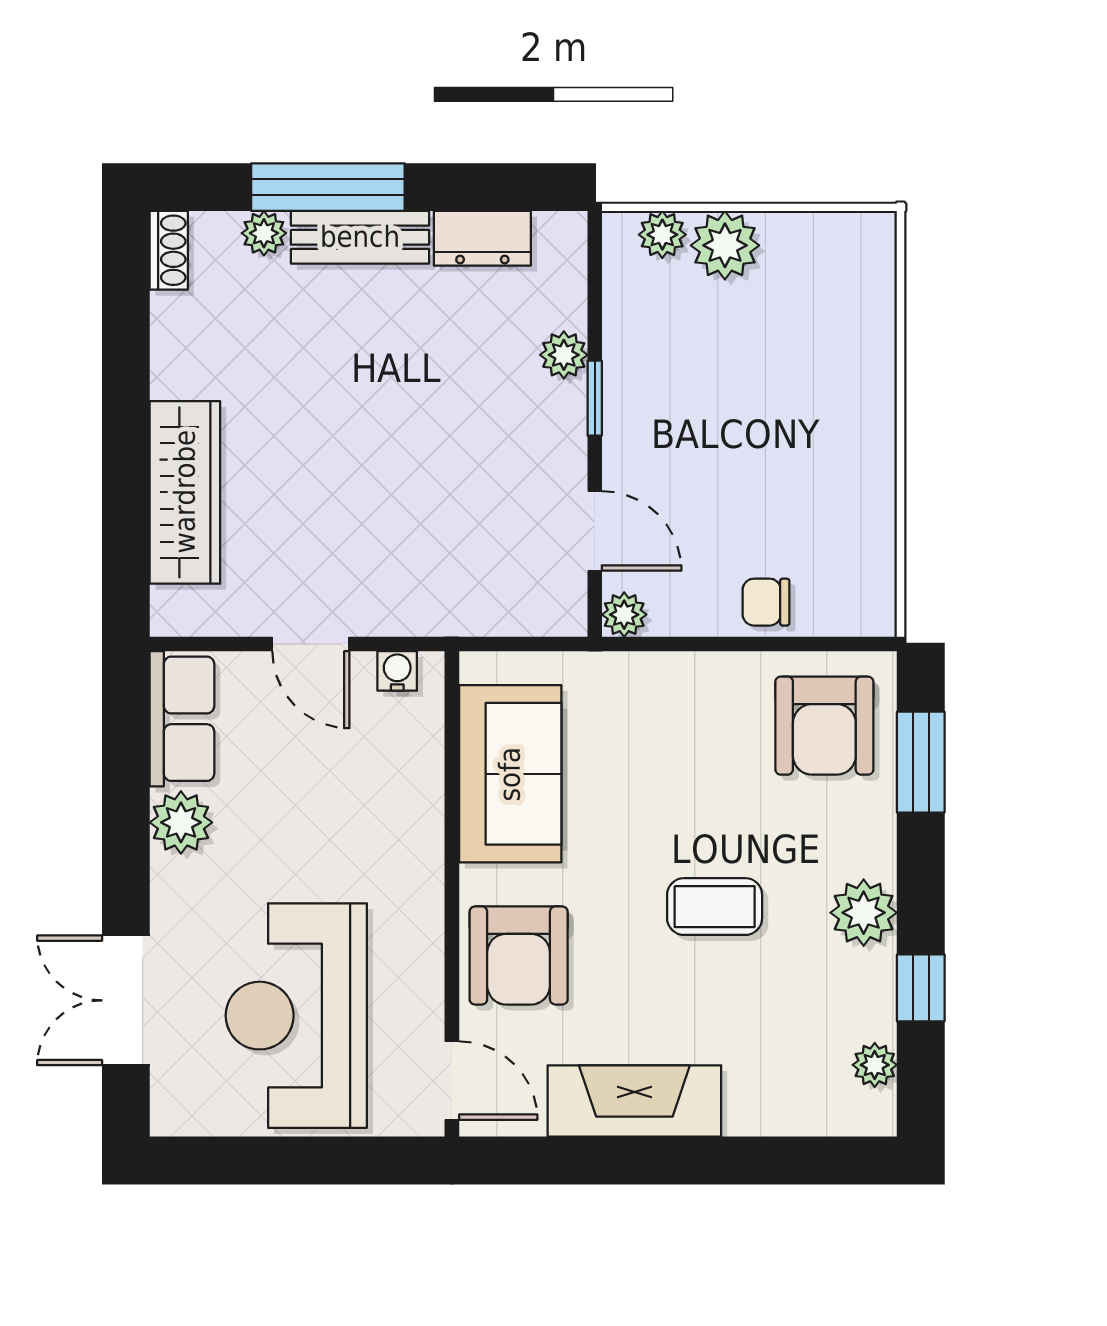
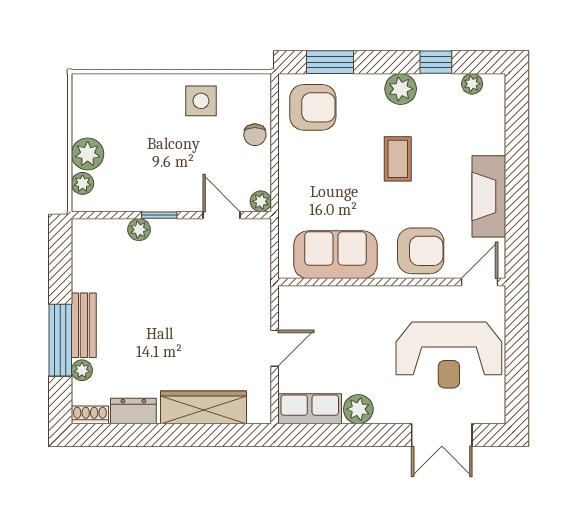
dresser: (482, 238) -> (133, 411), moved, turned -90
side table: (838, 487) -> (201, 101), added
door: (595, 531) -> (222, 215), hinge flipped
water cooler: (397, 671) -> (287, 308), removed

